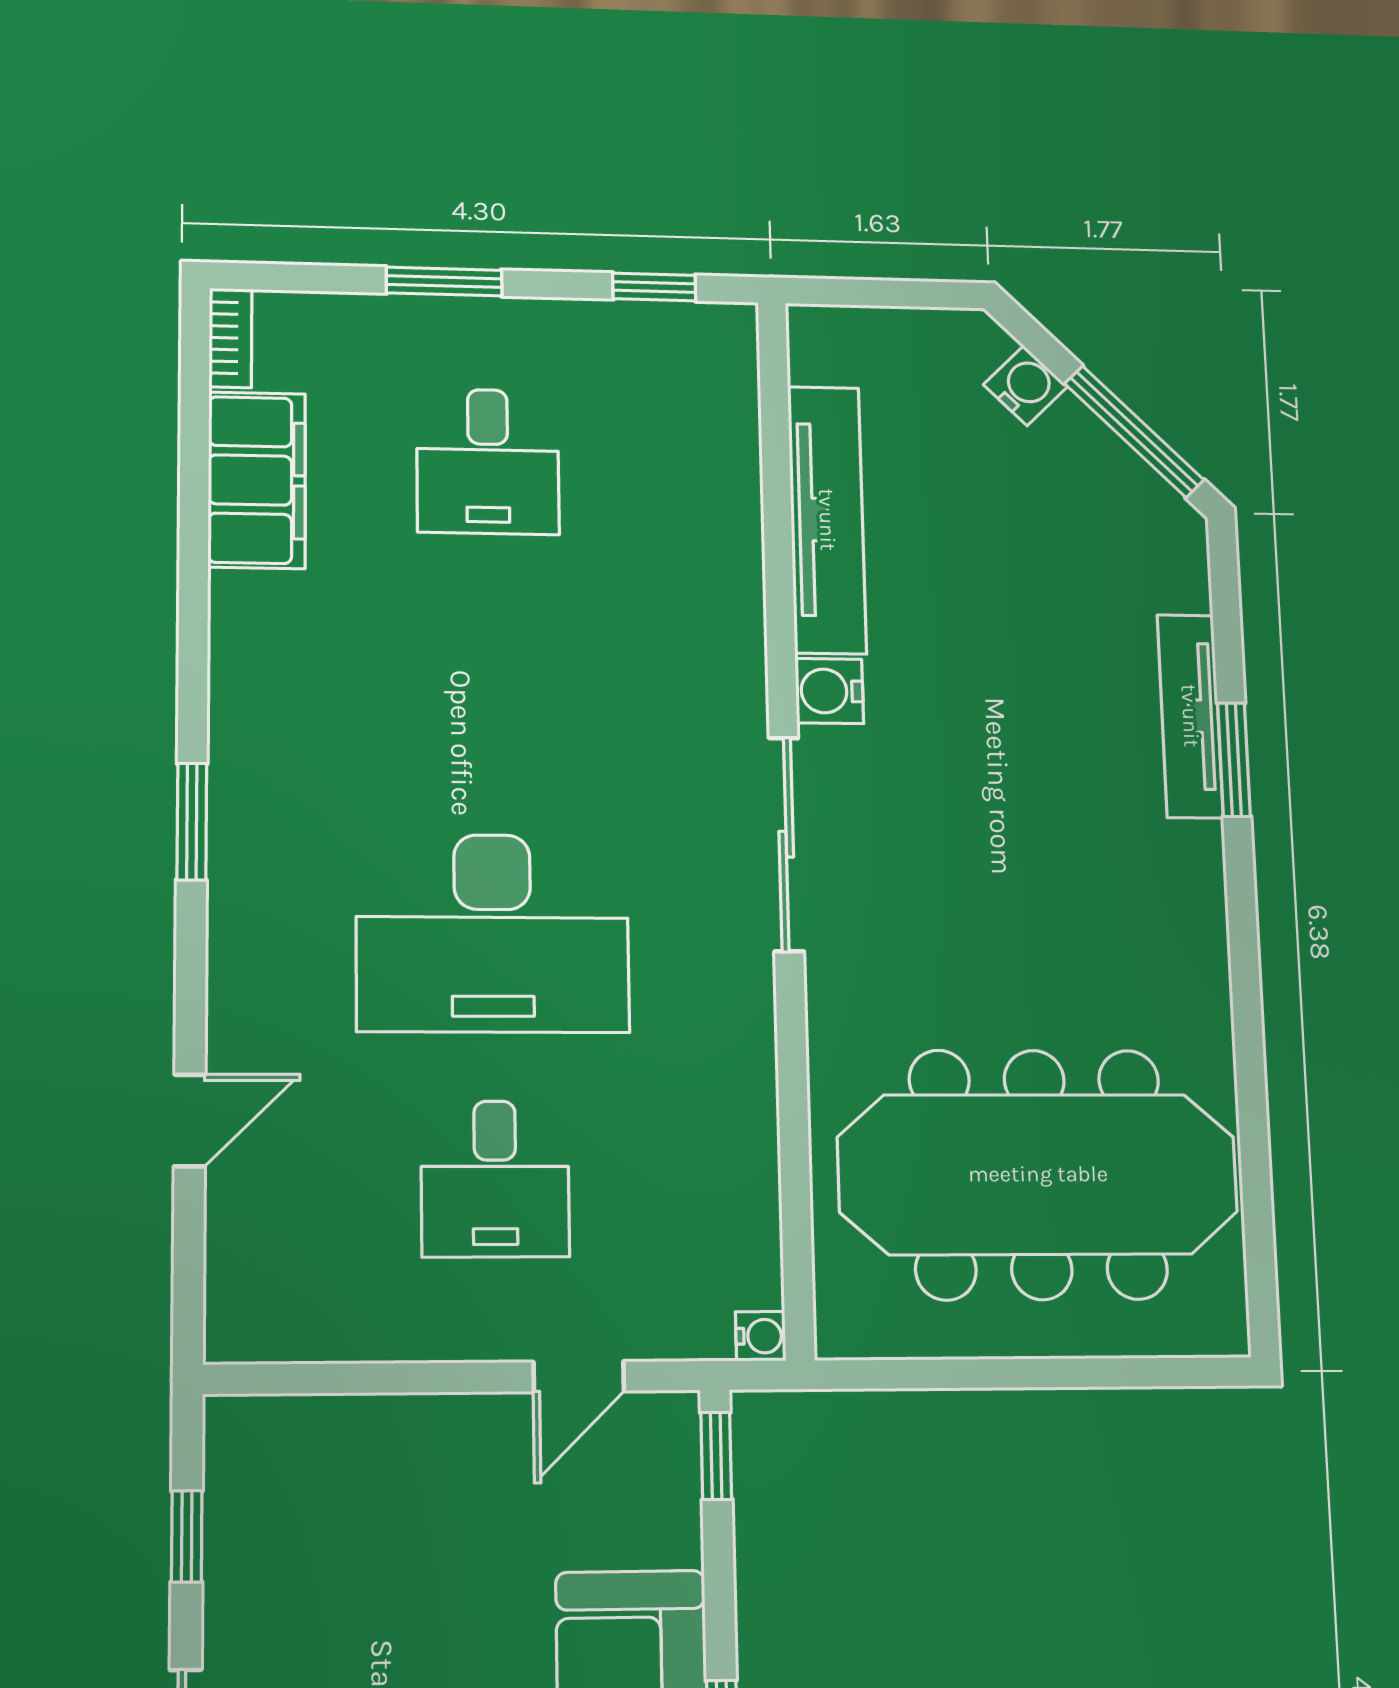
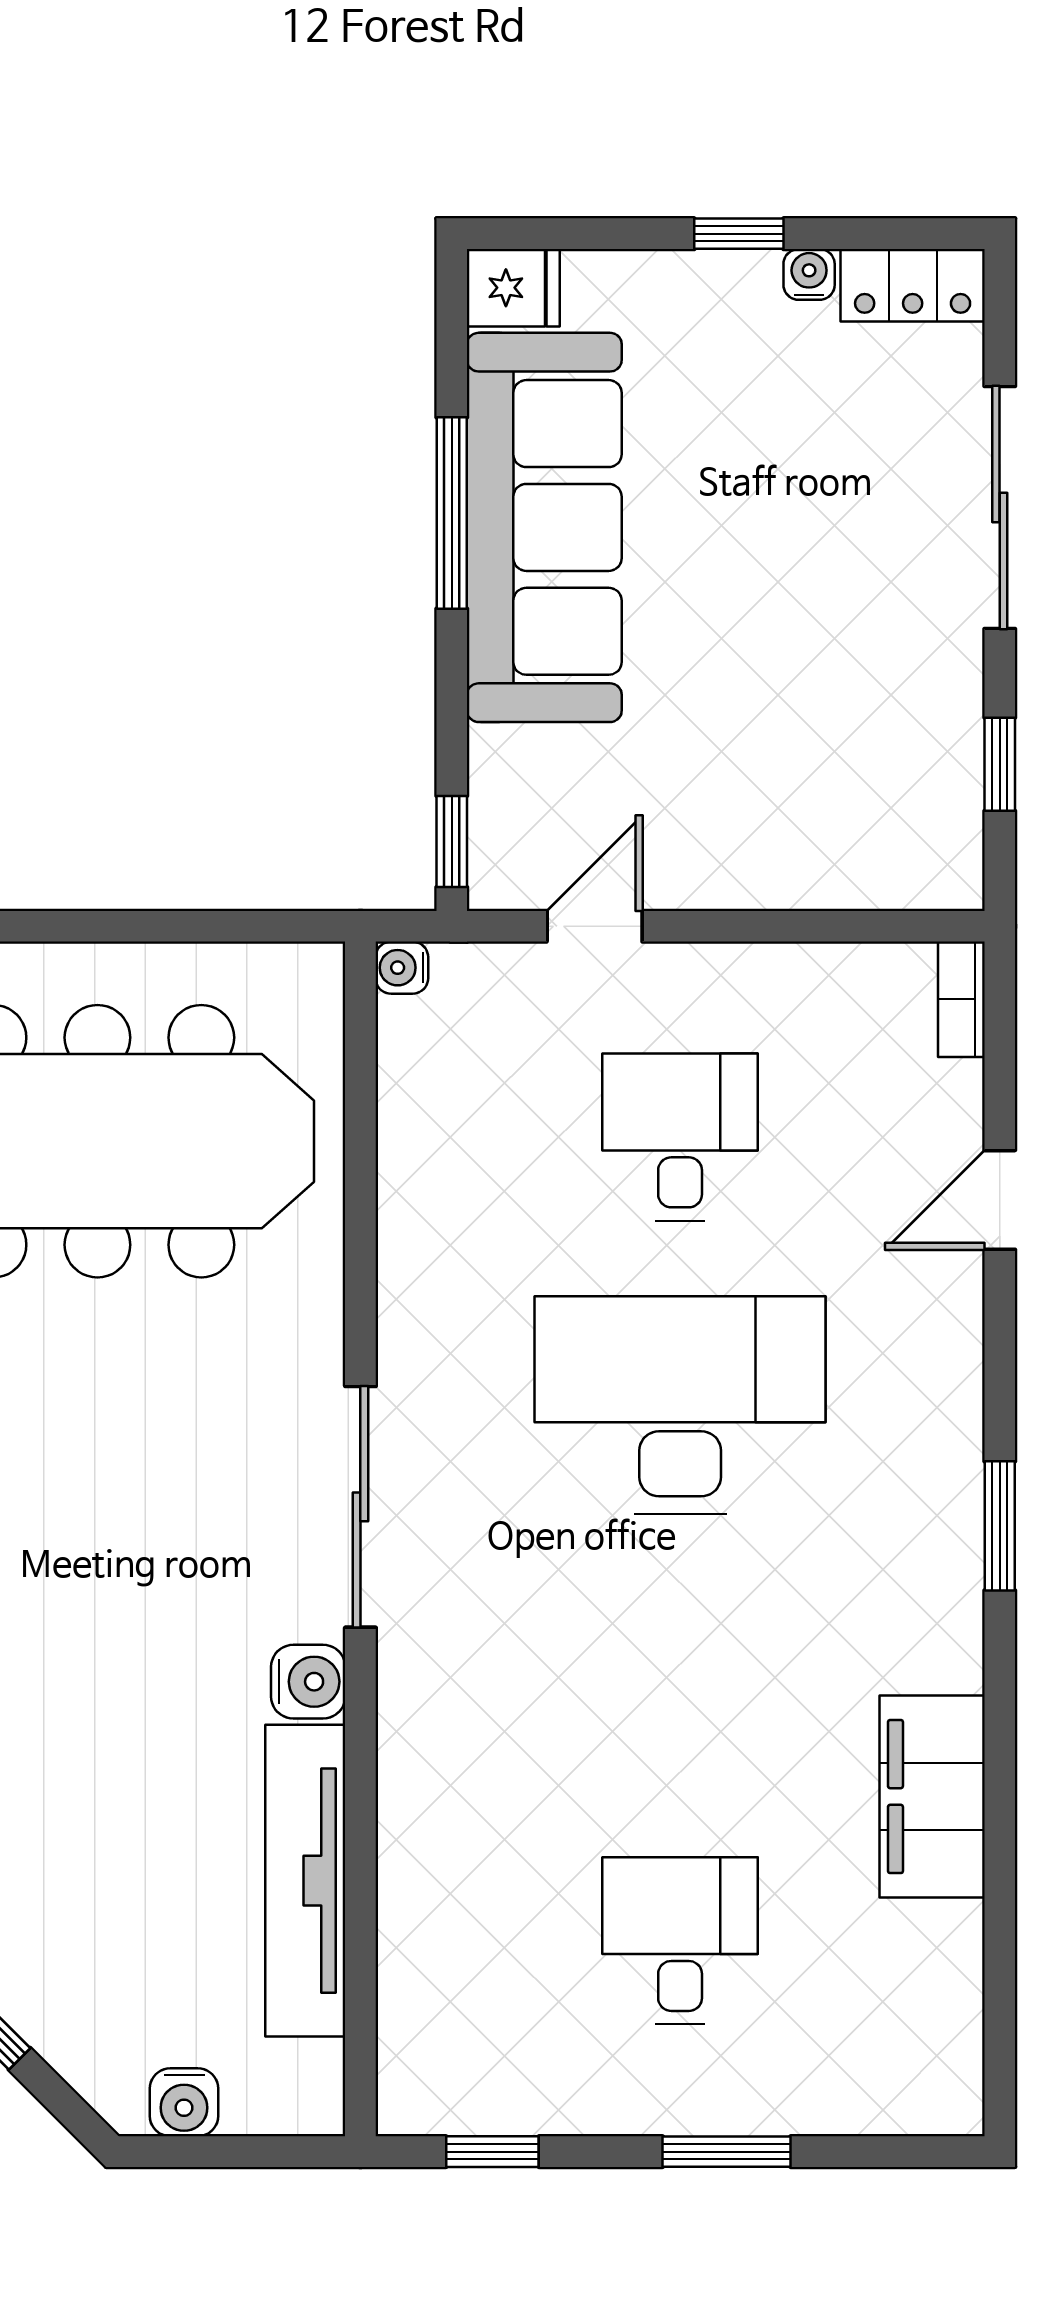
bookcase: (230, 338) -> (961, 999), moved
water cooler: (1025, 386) -> (184, 2102), moved, turned -45
filing cabinet: (257, 480) -> (932, 1797), moved

